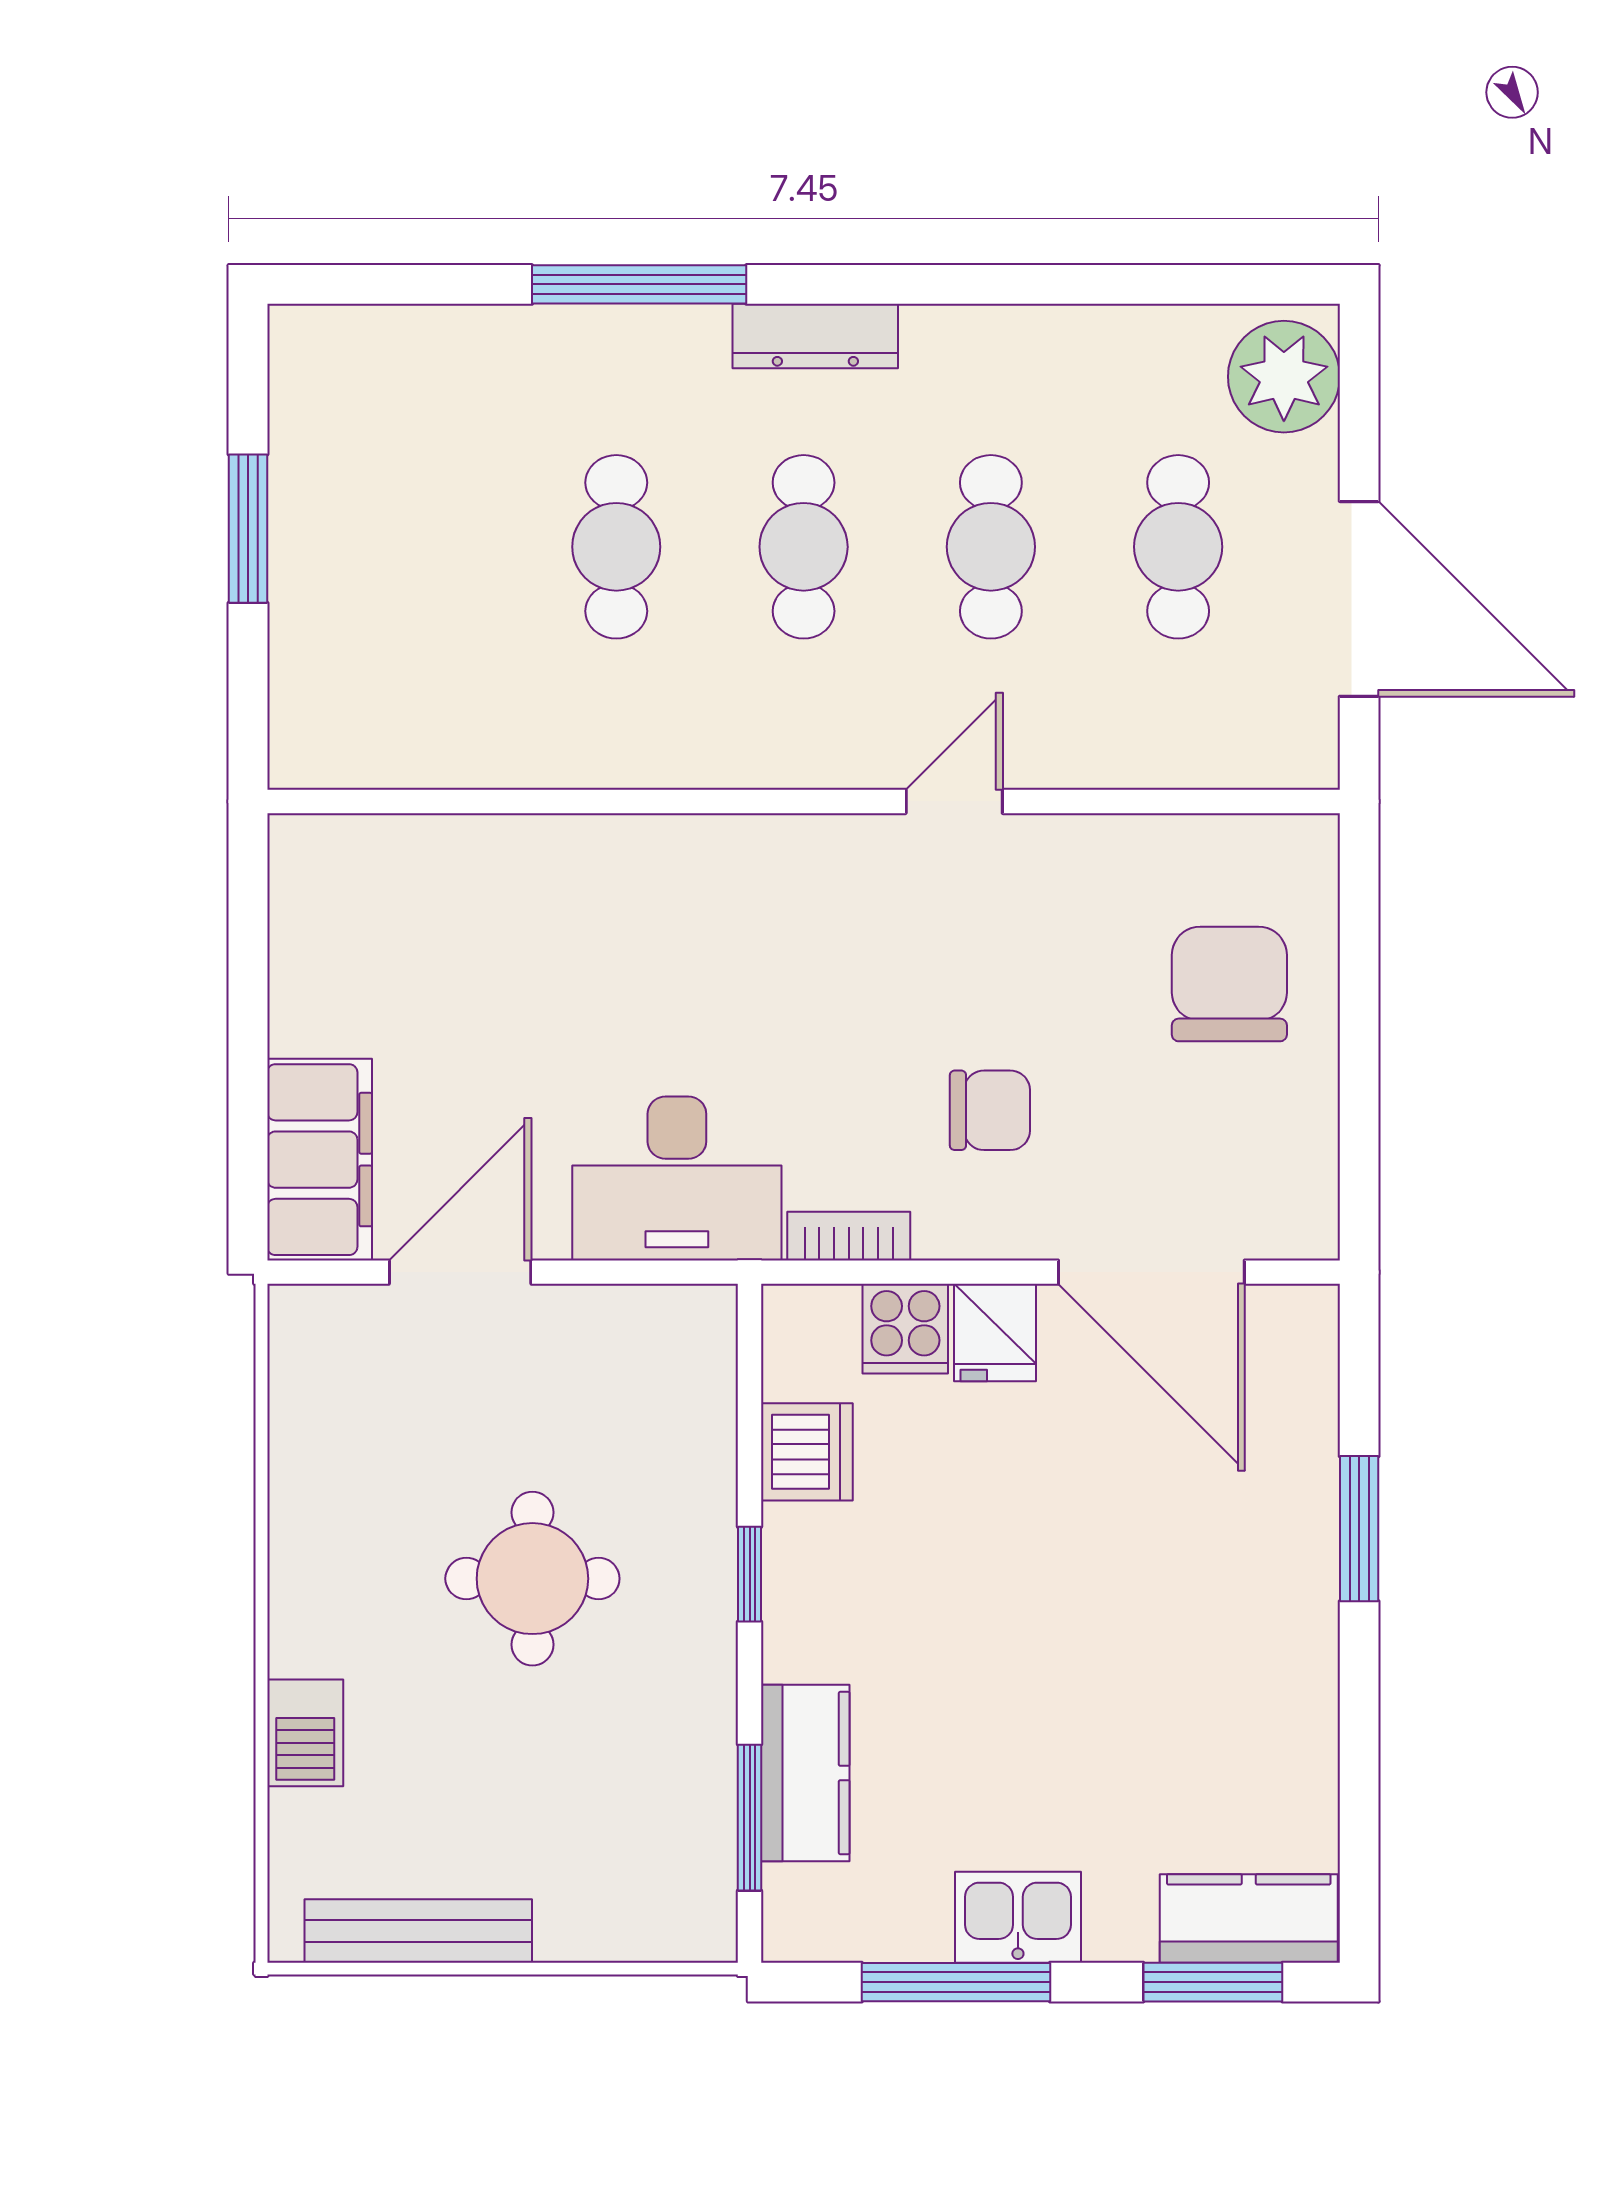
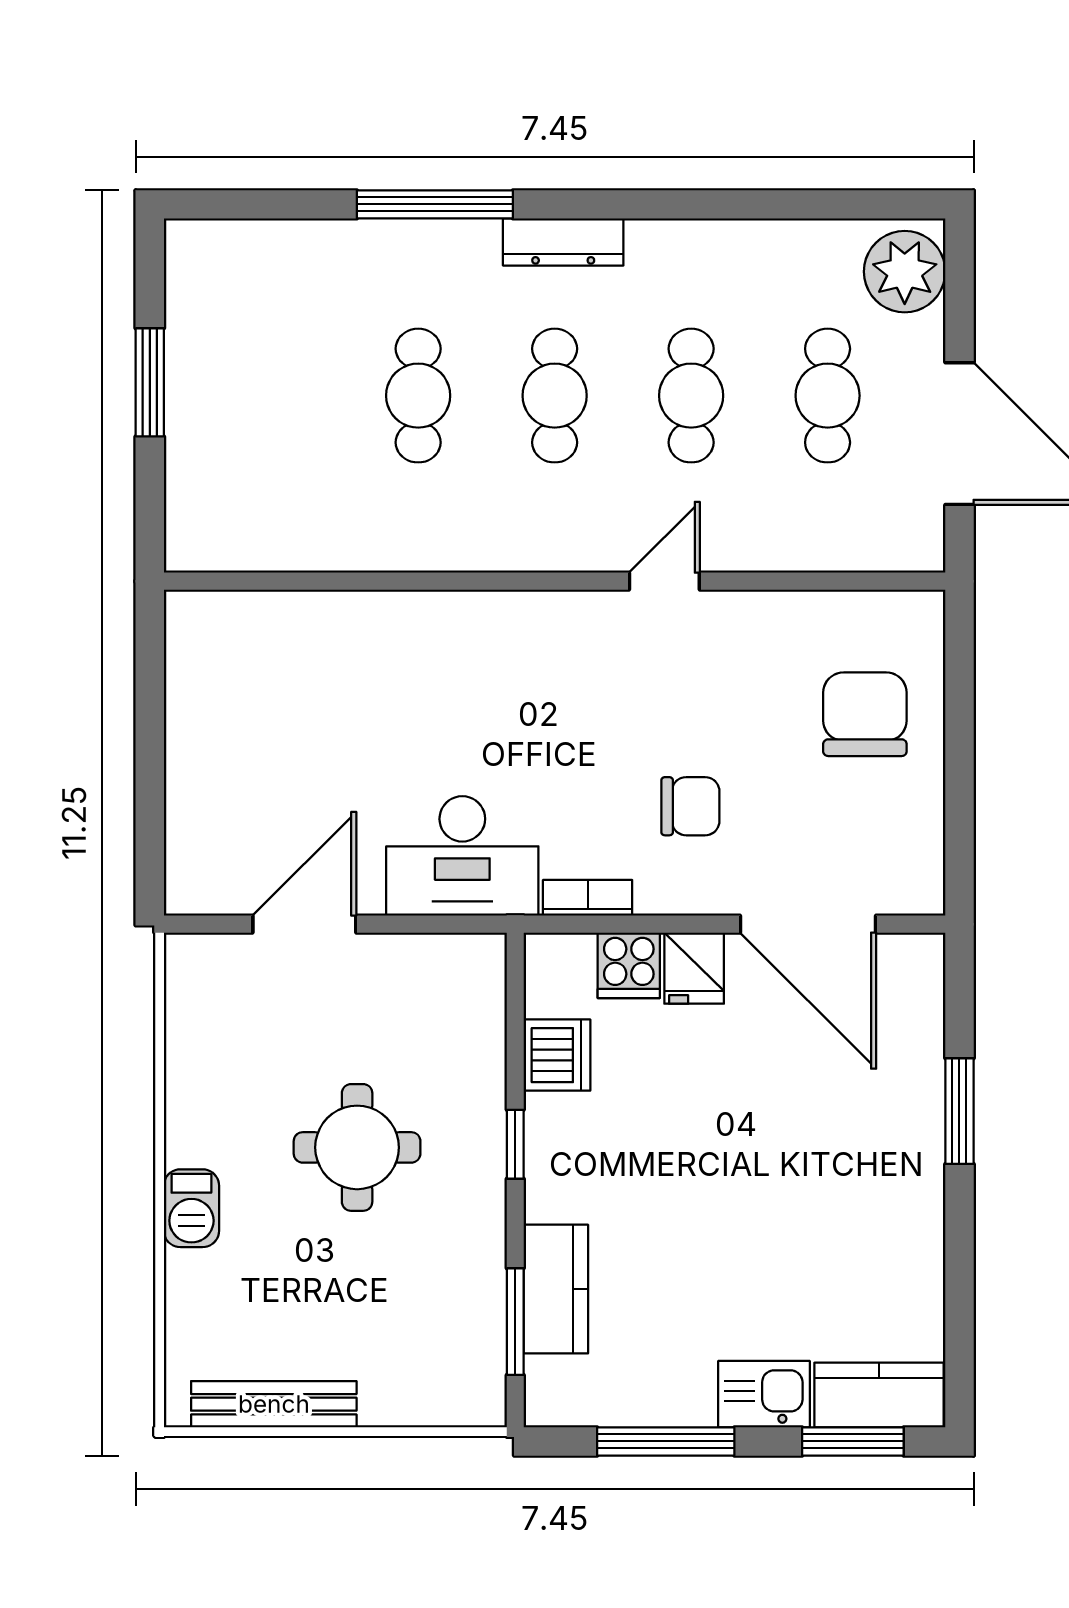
filing cabinet: (320, 1160) -> (202, 842), removed
barbecue: (305, 1733) -> (191, 1208), moved
kitchen sink: (1018, 1917) -> (764, 1394), moved

